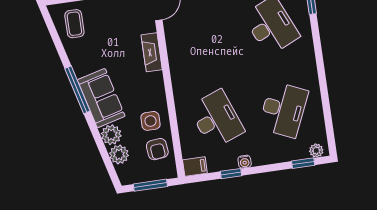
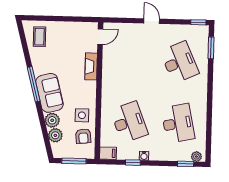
desk: (283, 110) -> (178, 123), turned -36

